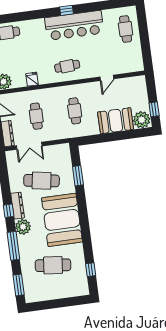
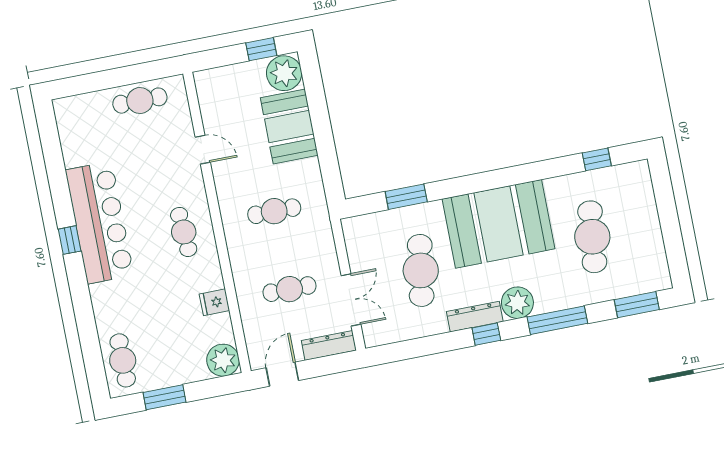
cafe table: (126, 29) -> (140, 101), moved

